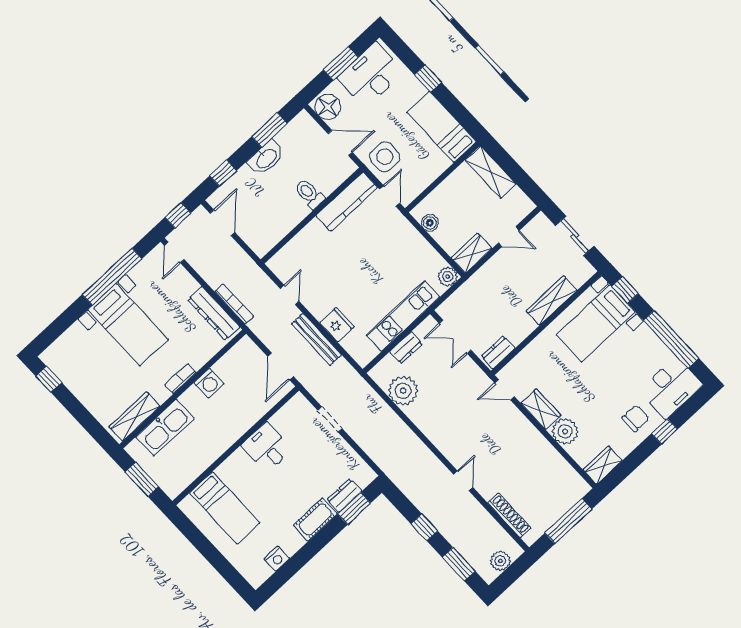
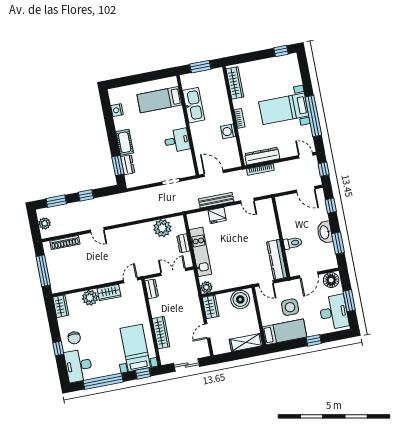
side table: (385, 157) -> (290, 307), moved
boiler: (430, 223) -> (240, 299), width x1.86, depth x1.86
kitchen sink: (165, 428) -> (194, 105), moved, turned 180

